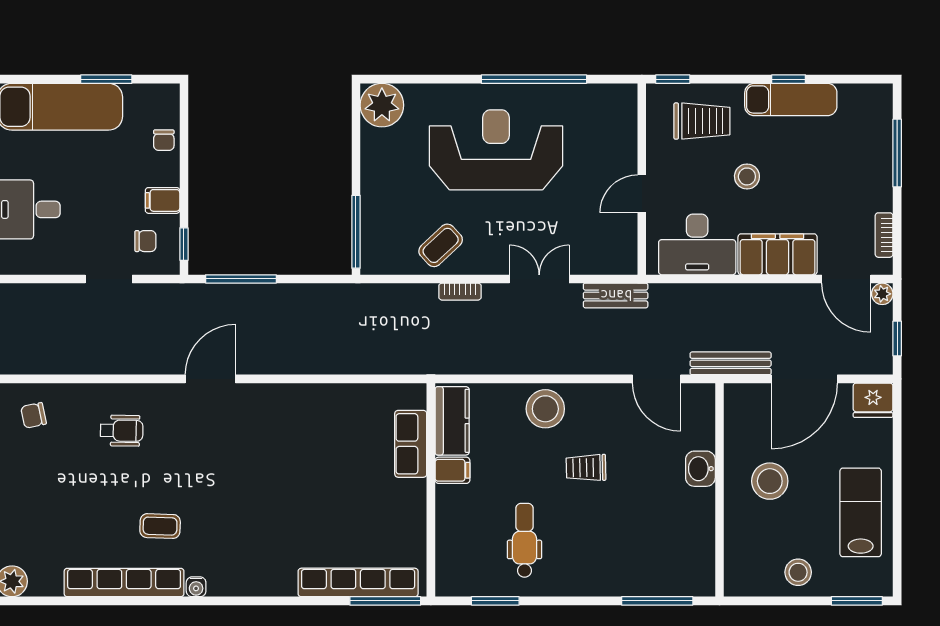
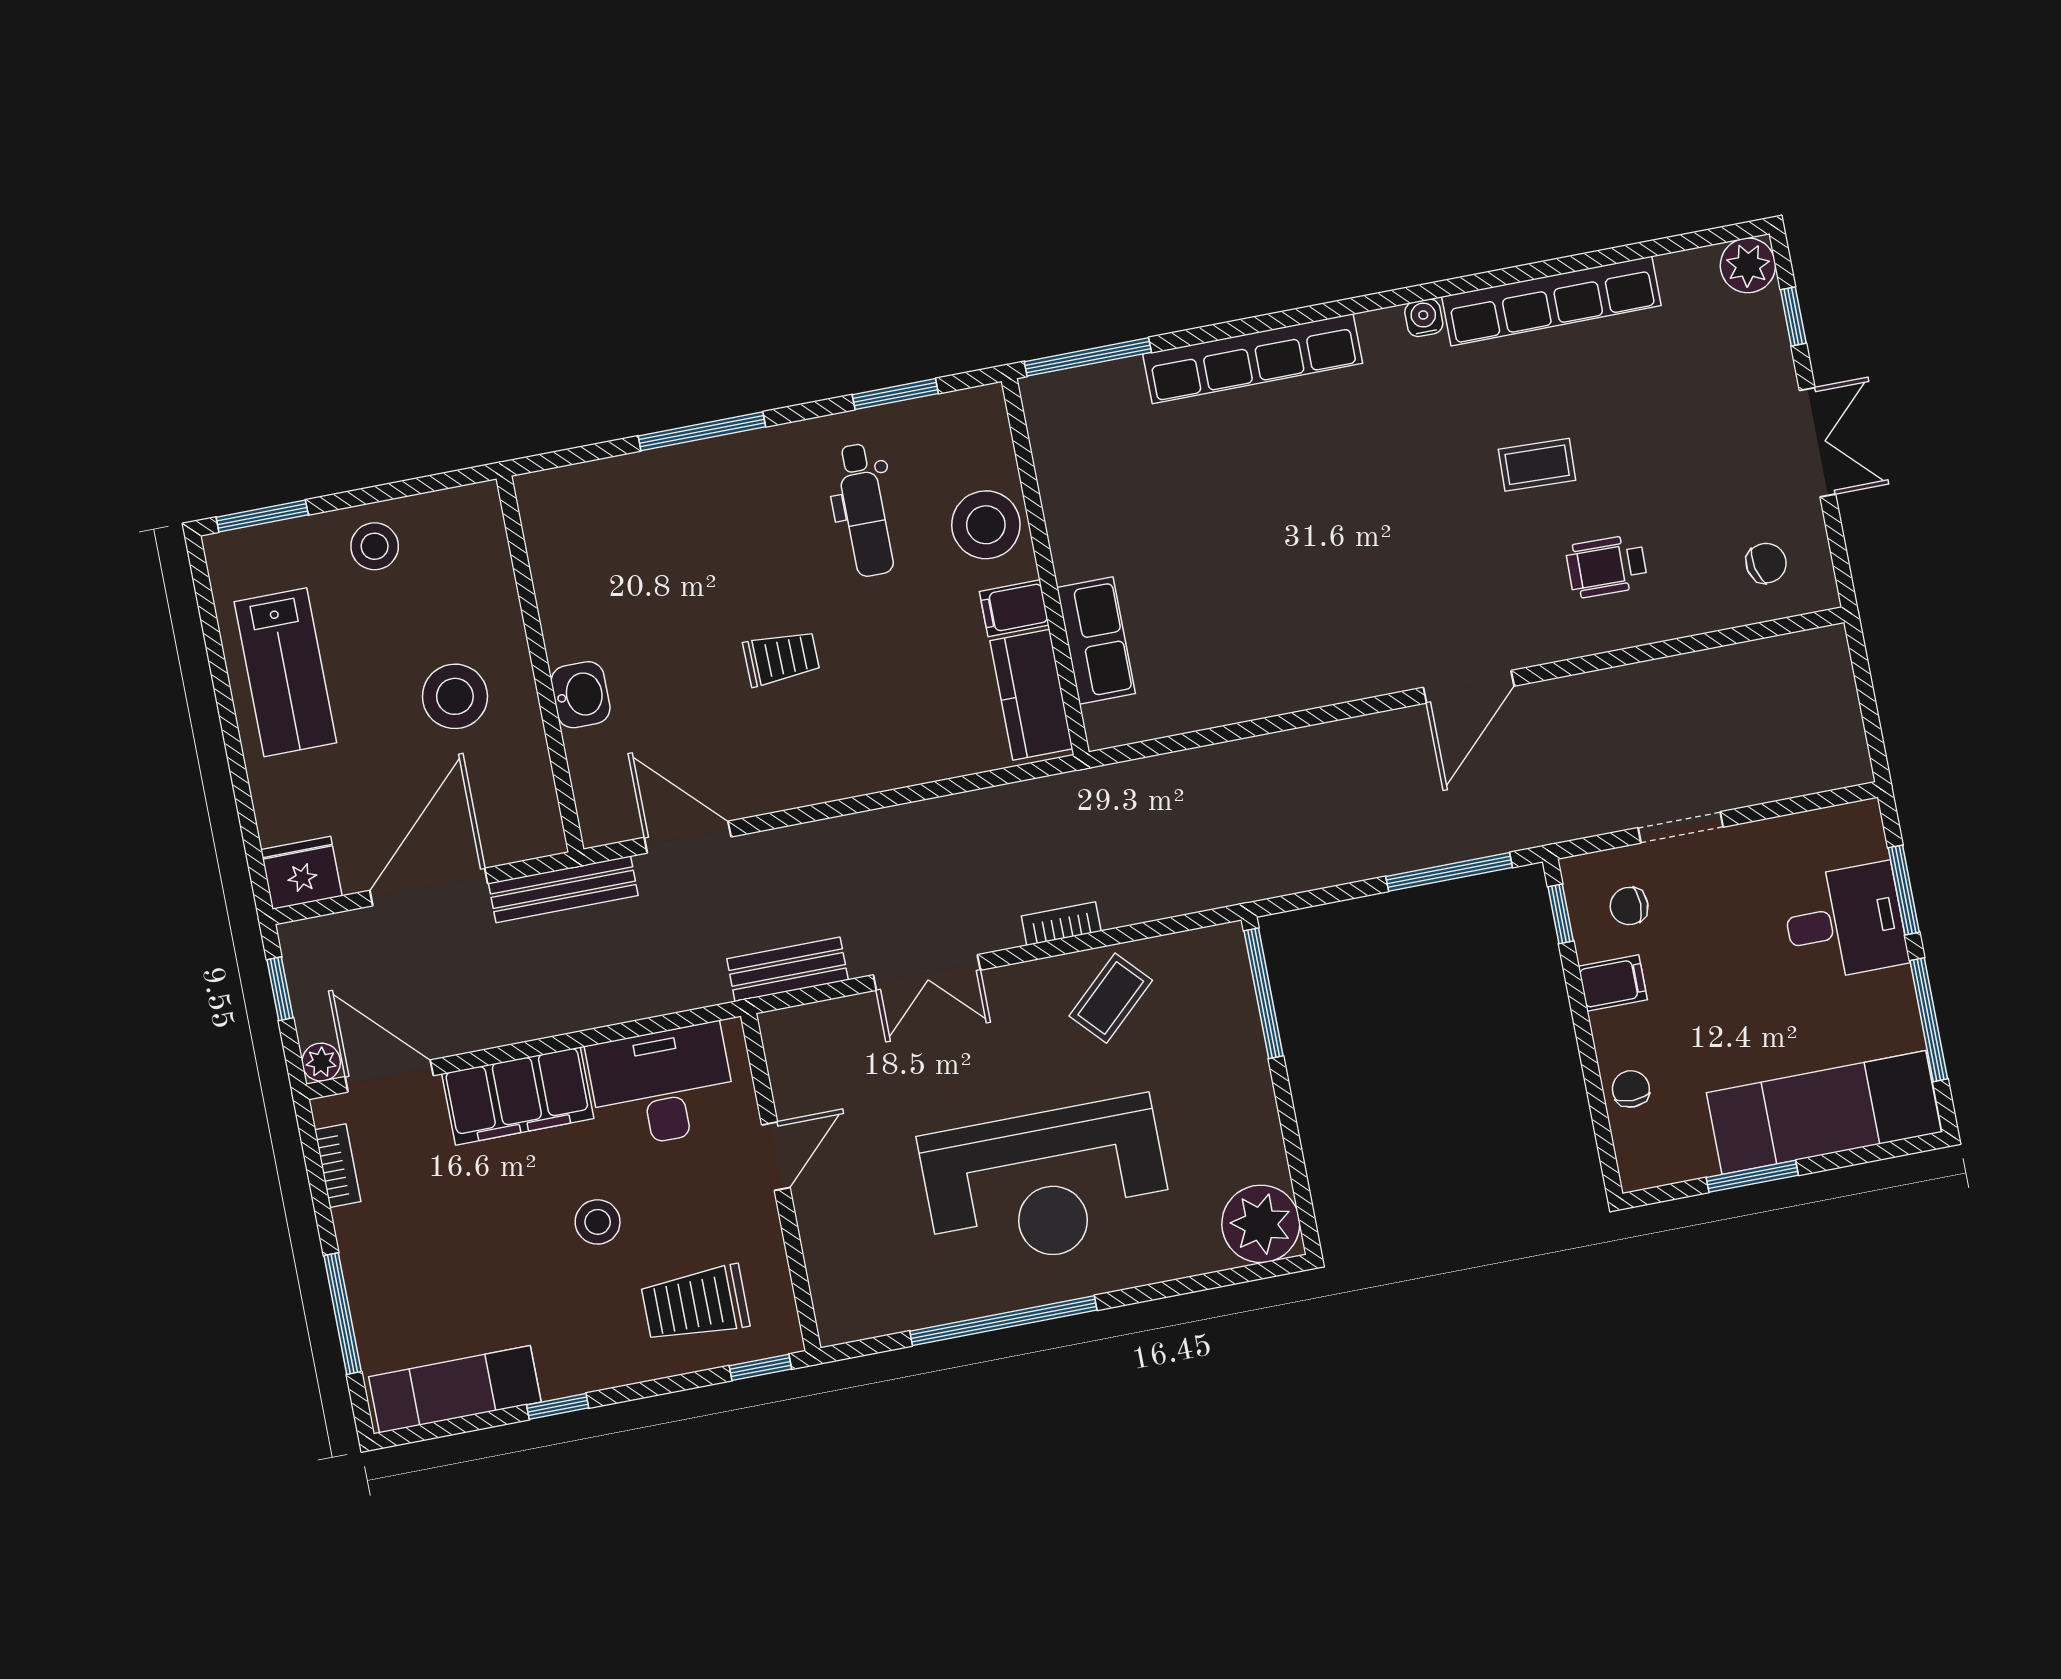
exam couch: (791, 99) -> (455, 1389), moved
stool: (545, 409) -> (986, 525), moved
coffee table: (160, 526) -> (1537, 465), moved
row of seats: (358, 582) -> (1253, 359), moved
window: (657, 601) -> (702, 431), moved

